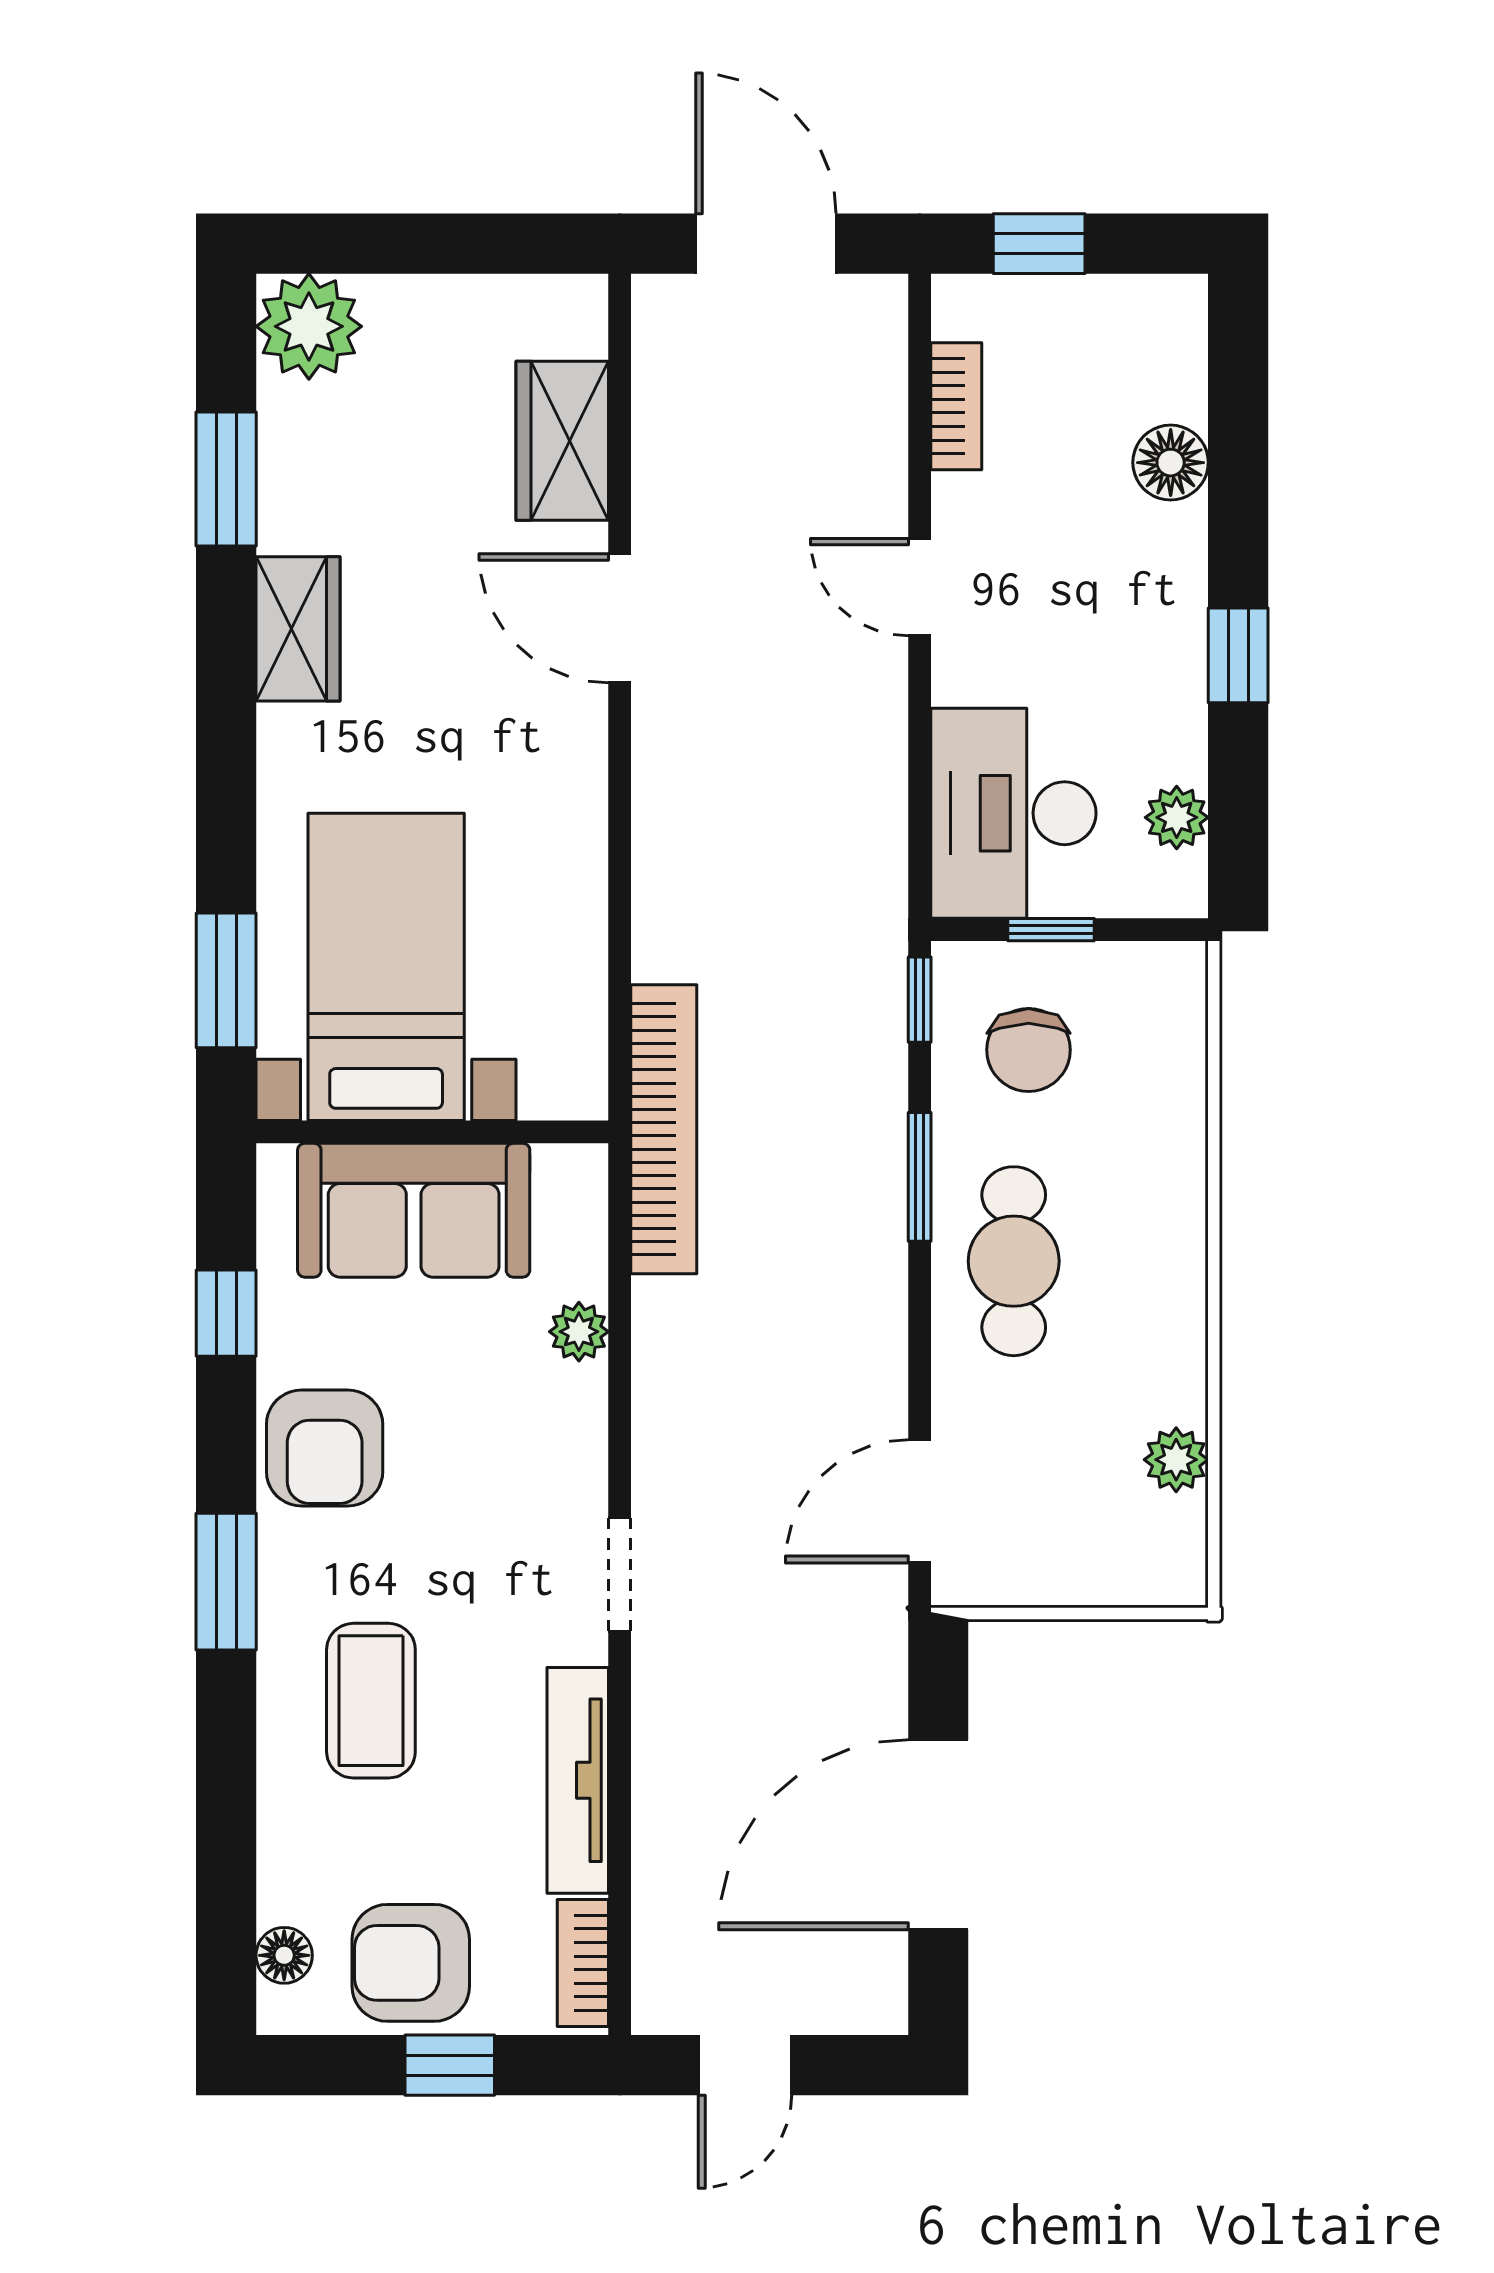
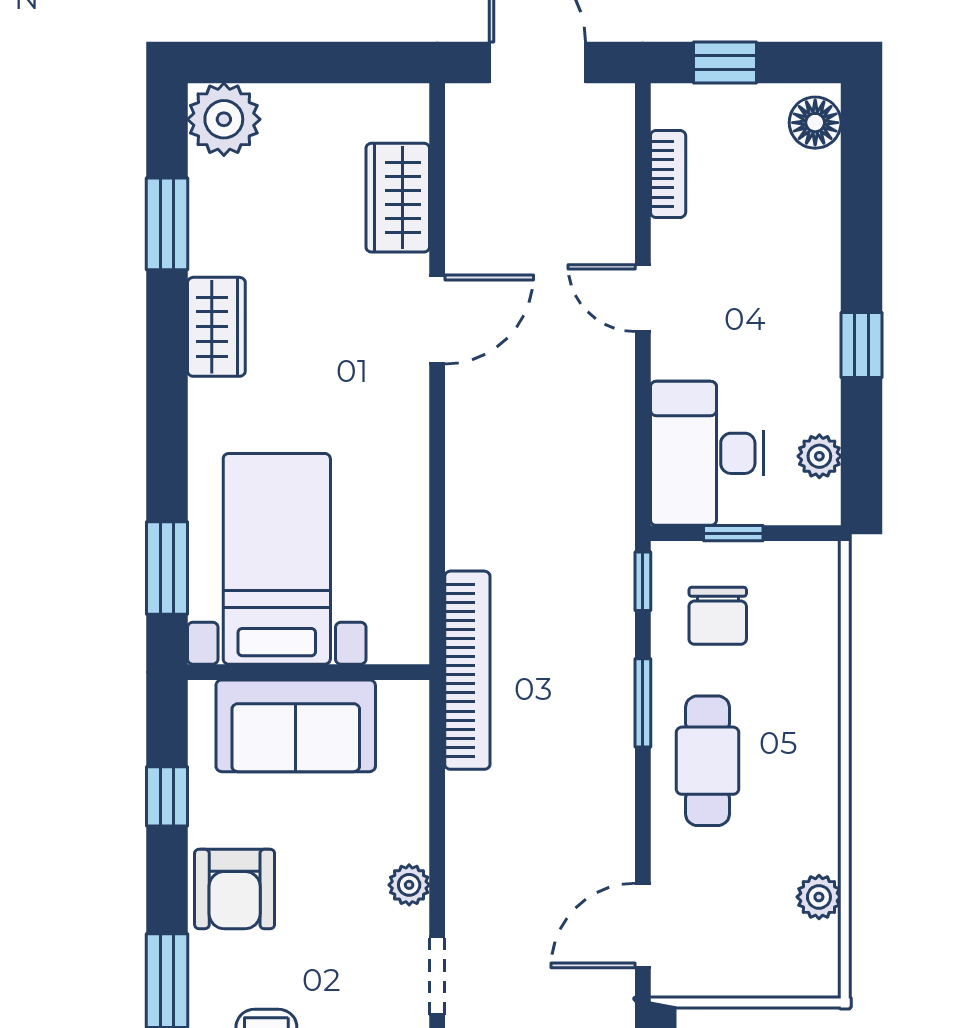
floor lamp: (1171, 463) -> (815, 123), moved
door: (620, 618) -> (437, 320), swing flipped
plant: (579, 1332) -> (409, 885), moved

